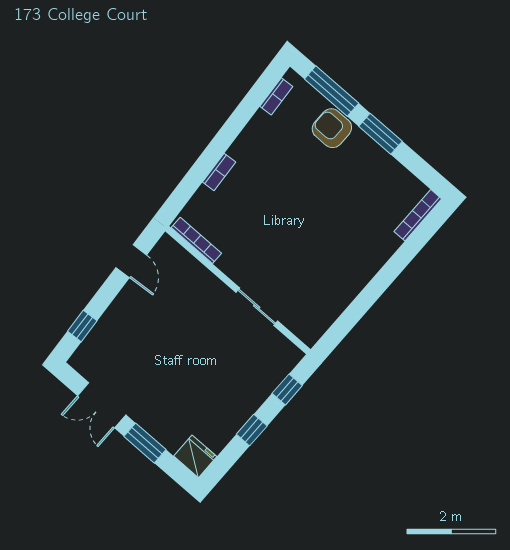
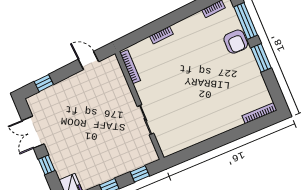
armchair: (332, 128) -> (236, 42), turned 180
door: (131, 261) -> (89, 61), swing flipped
window: (145, 443) -> (47, 165), width x0.67

